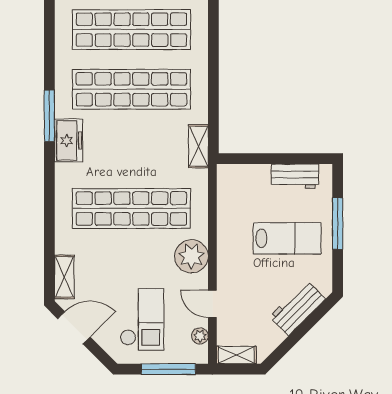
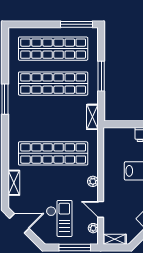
window: (213, 77) -> (101, 76), added
freezer: (69, 141) -> (16, 114), removed
plant: (191, 256) -> (93, 181), width x0.53, depth x0.53
shelving: (64, 277) -> (14, 183), moved

